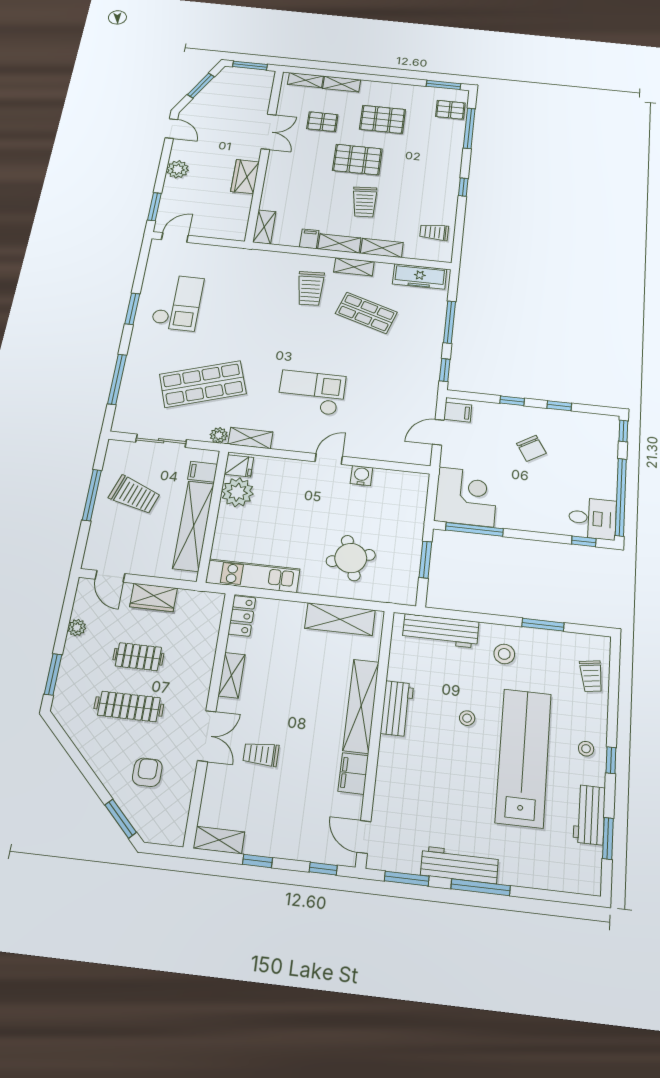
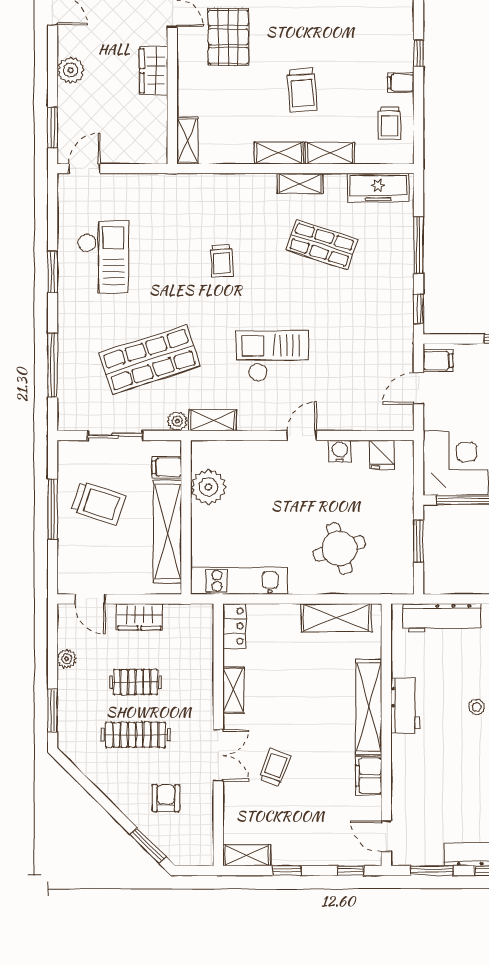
pallet: (357, 160) -> (228, 37), moved, turned 90
trolley: (434, 232) -> (389, 123), turned -90
filing cabinet: (309, 239) -> (401, 83), moved, turned -90
trolley: (310, 288) -> (222, 261), moved, width x0.73, depth x0.72
fridge: (239, 466) -> (382, 455), moved, turned 90
trolley: (261, 754) -> (275, 767), turned 110

